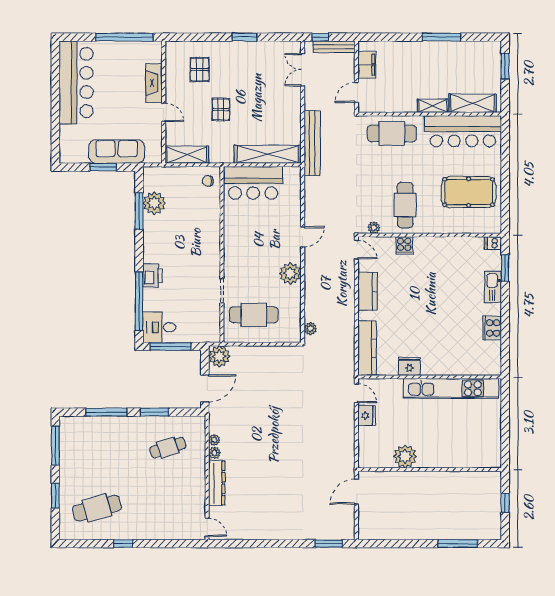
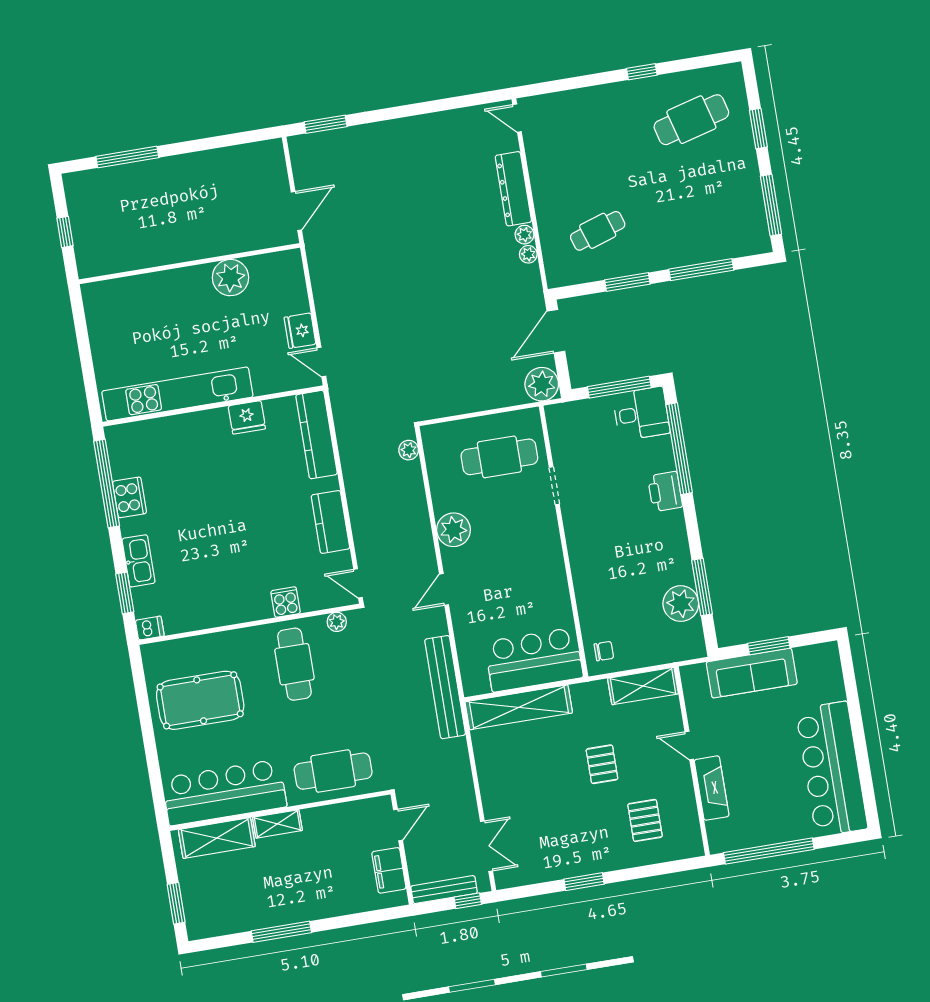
bench: (312, 143) -> (445, 687), moved
window: (505, 339) -> (107, 484), added

